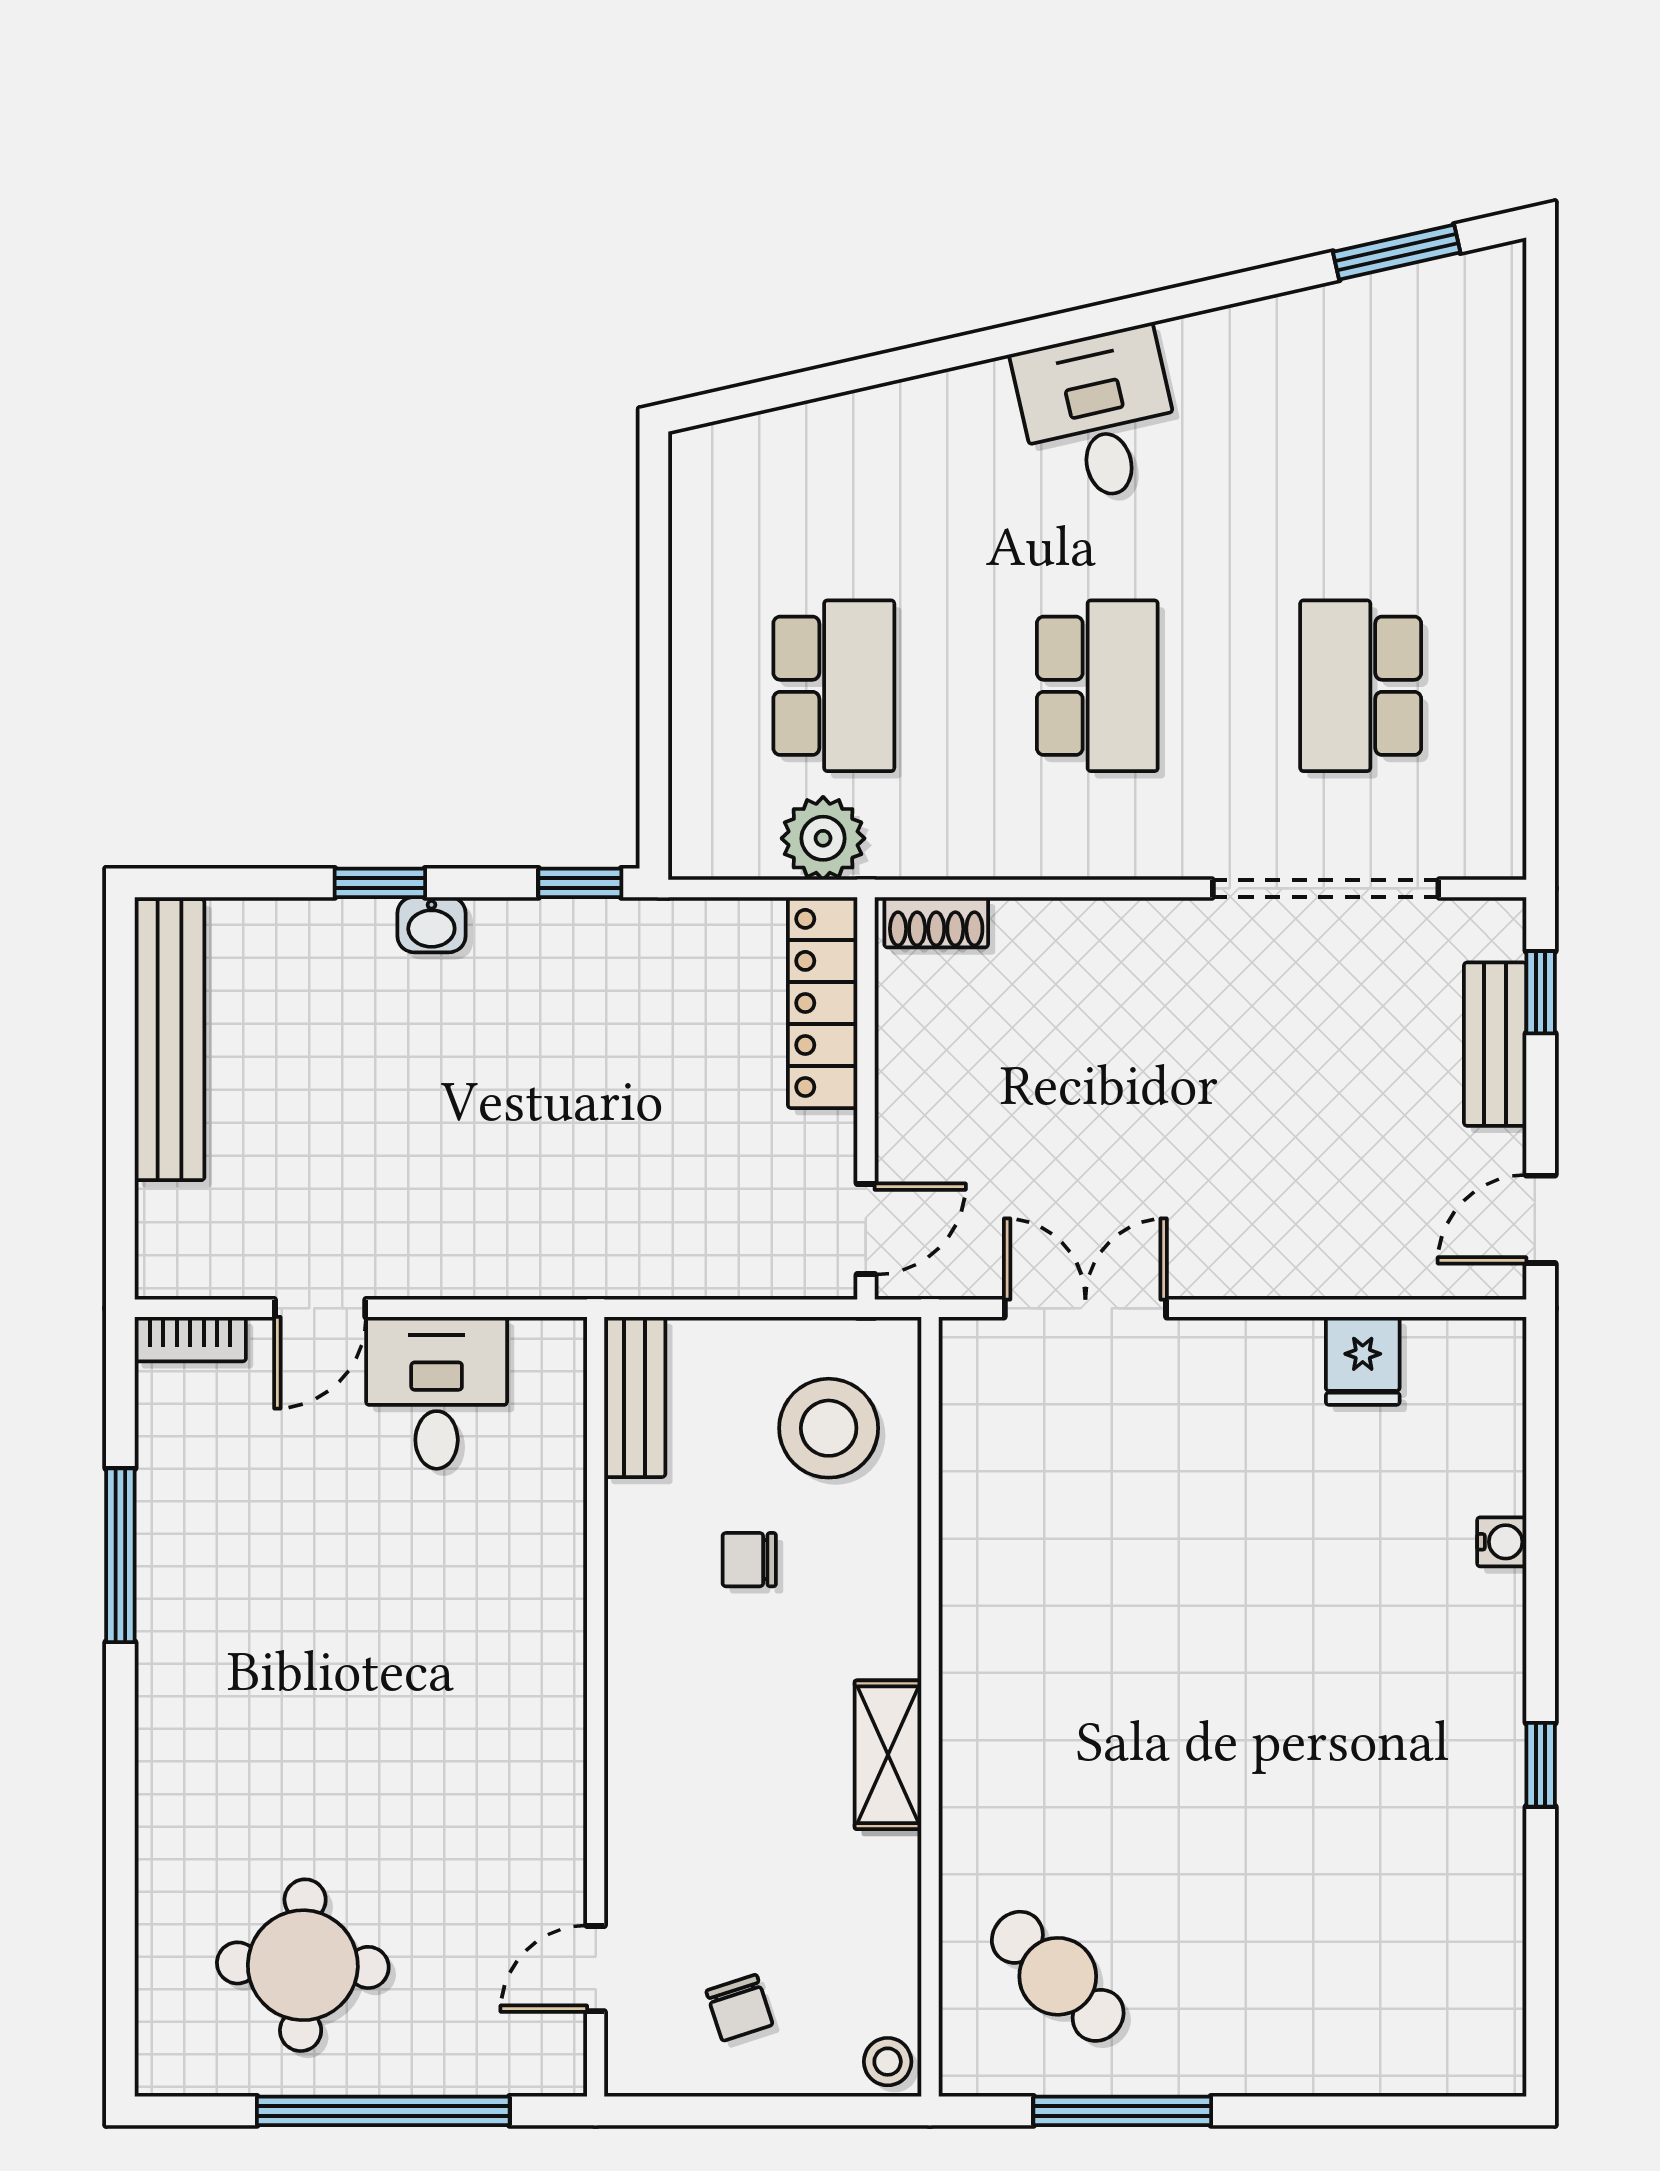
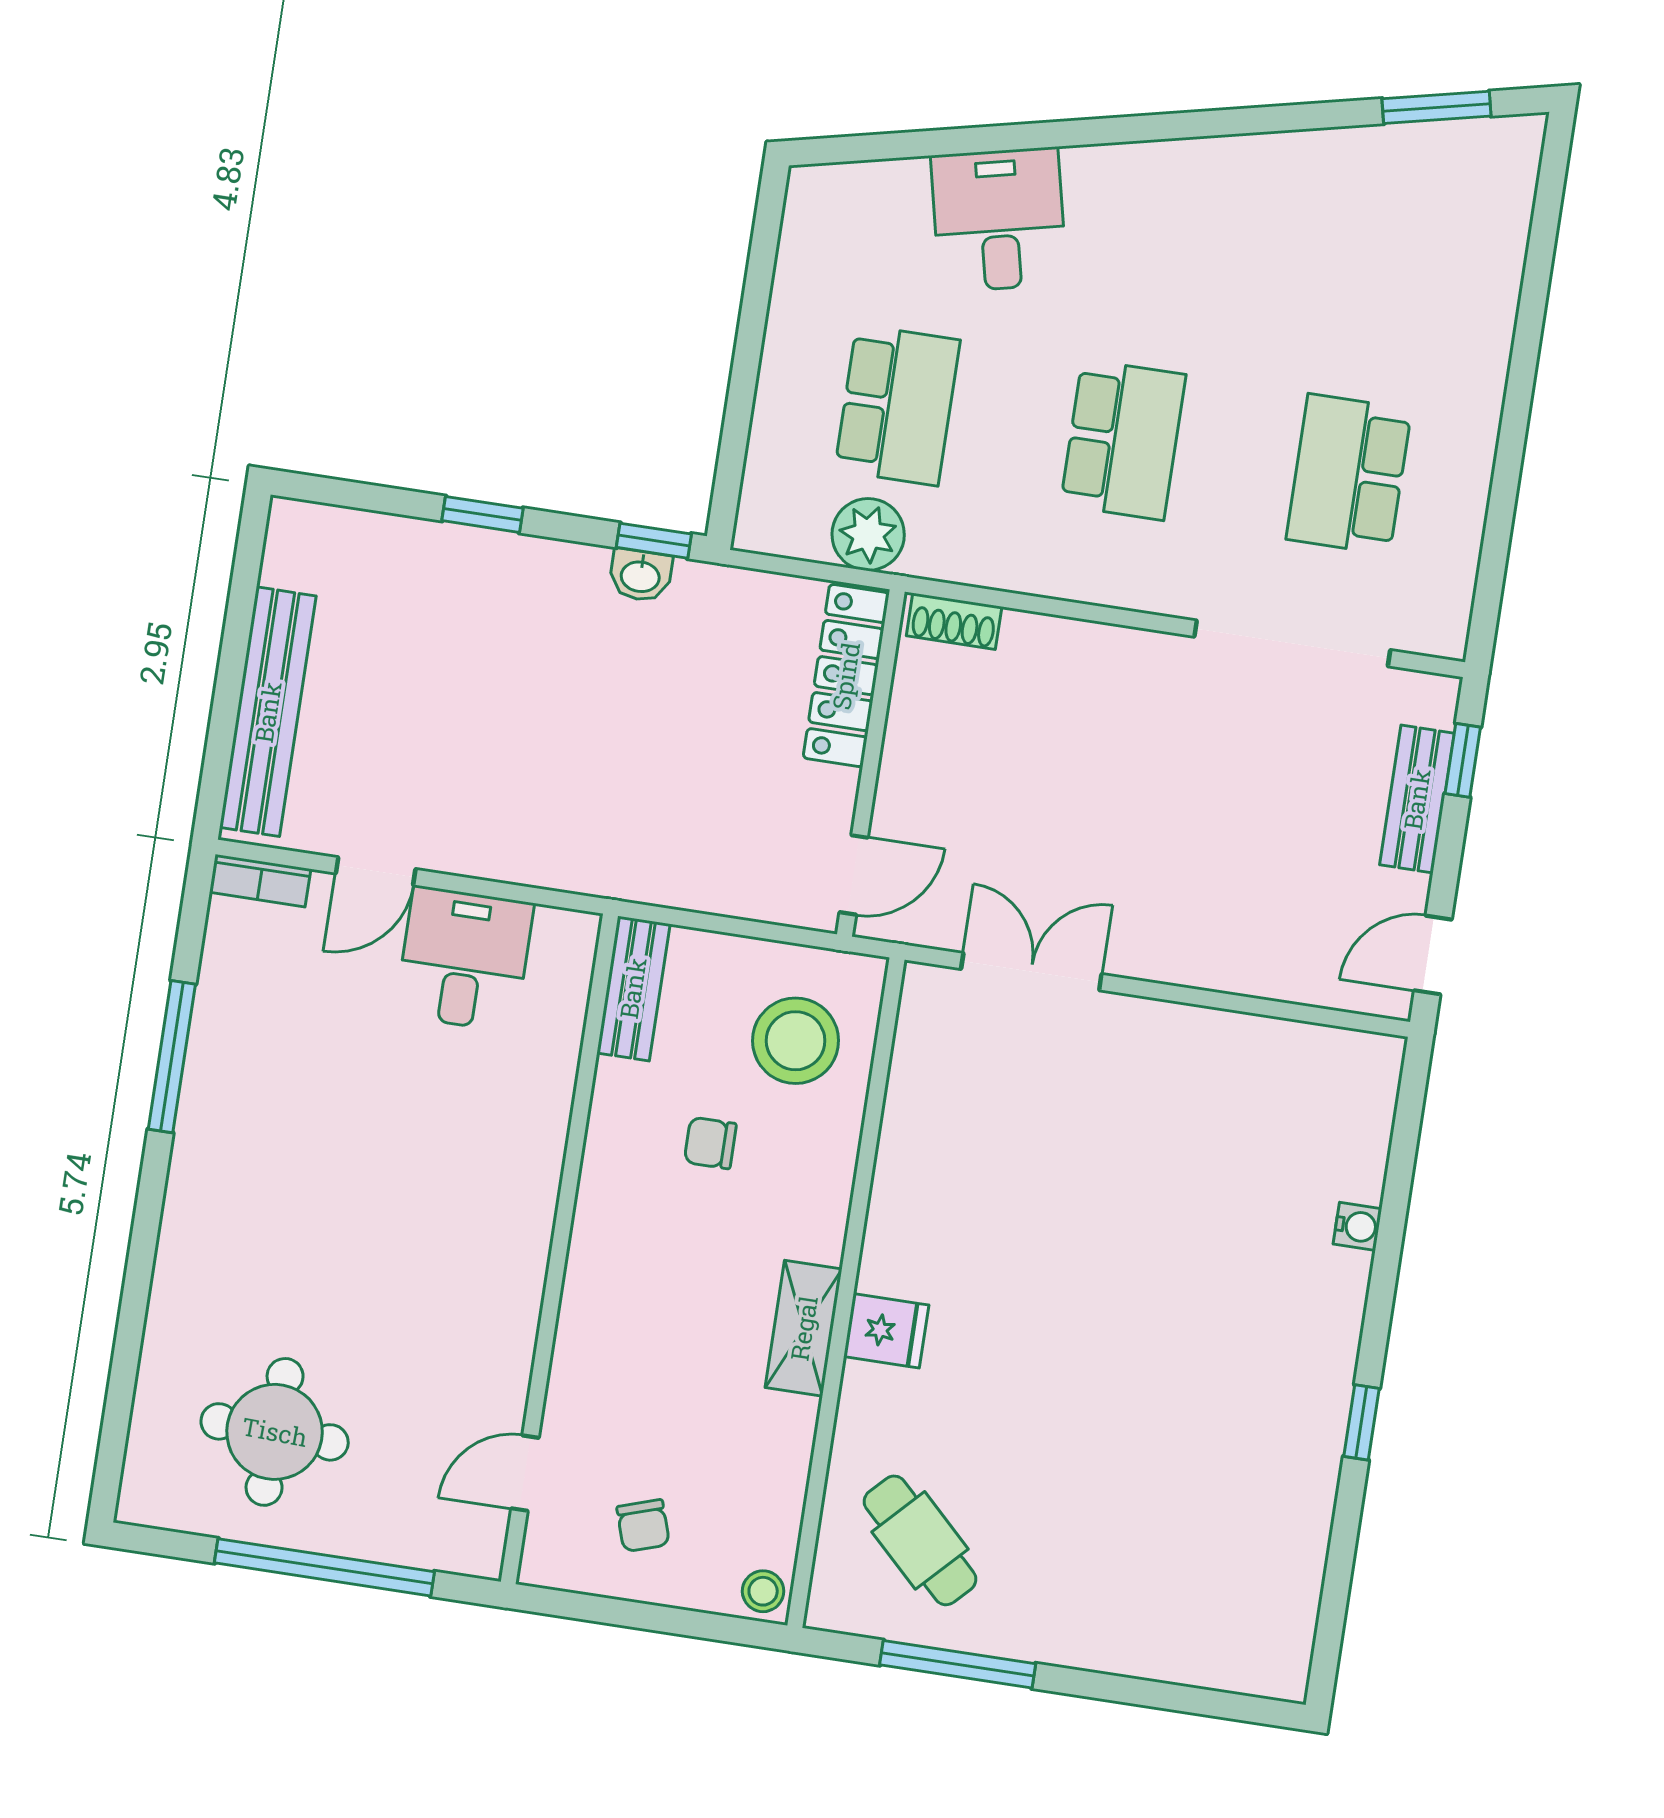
desk: (1098, 416) -> (999, 220), moved
washbasin: (431, 925) -> (640, 575), moved
bench: (169, 1040) -> (268, 712), moved
fridge: (1363, 1361) -> (886, 1331), moved, turned -90

